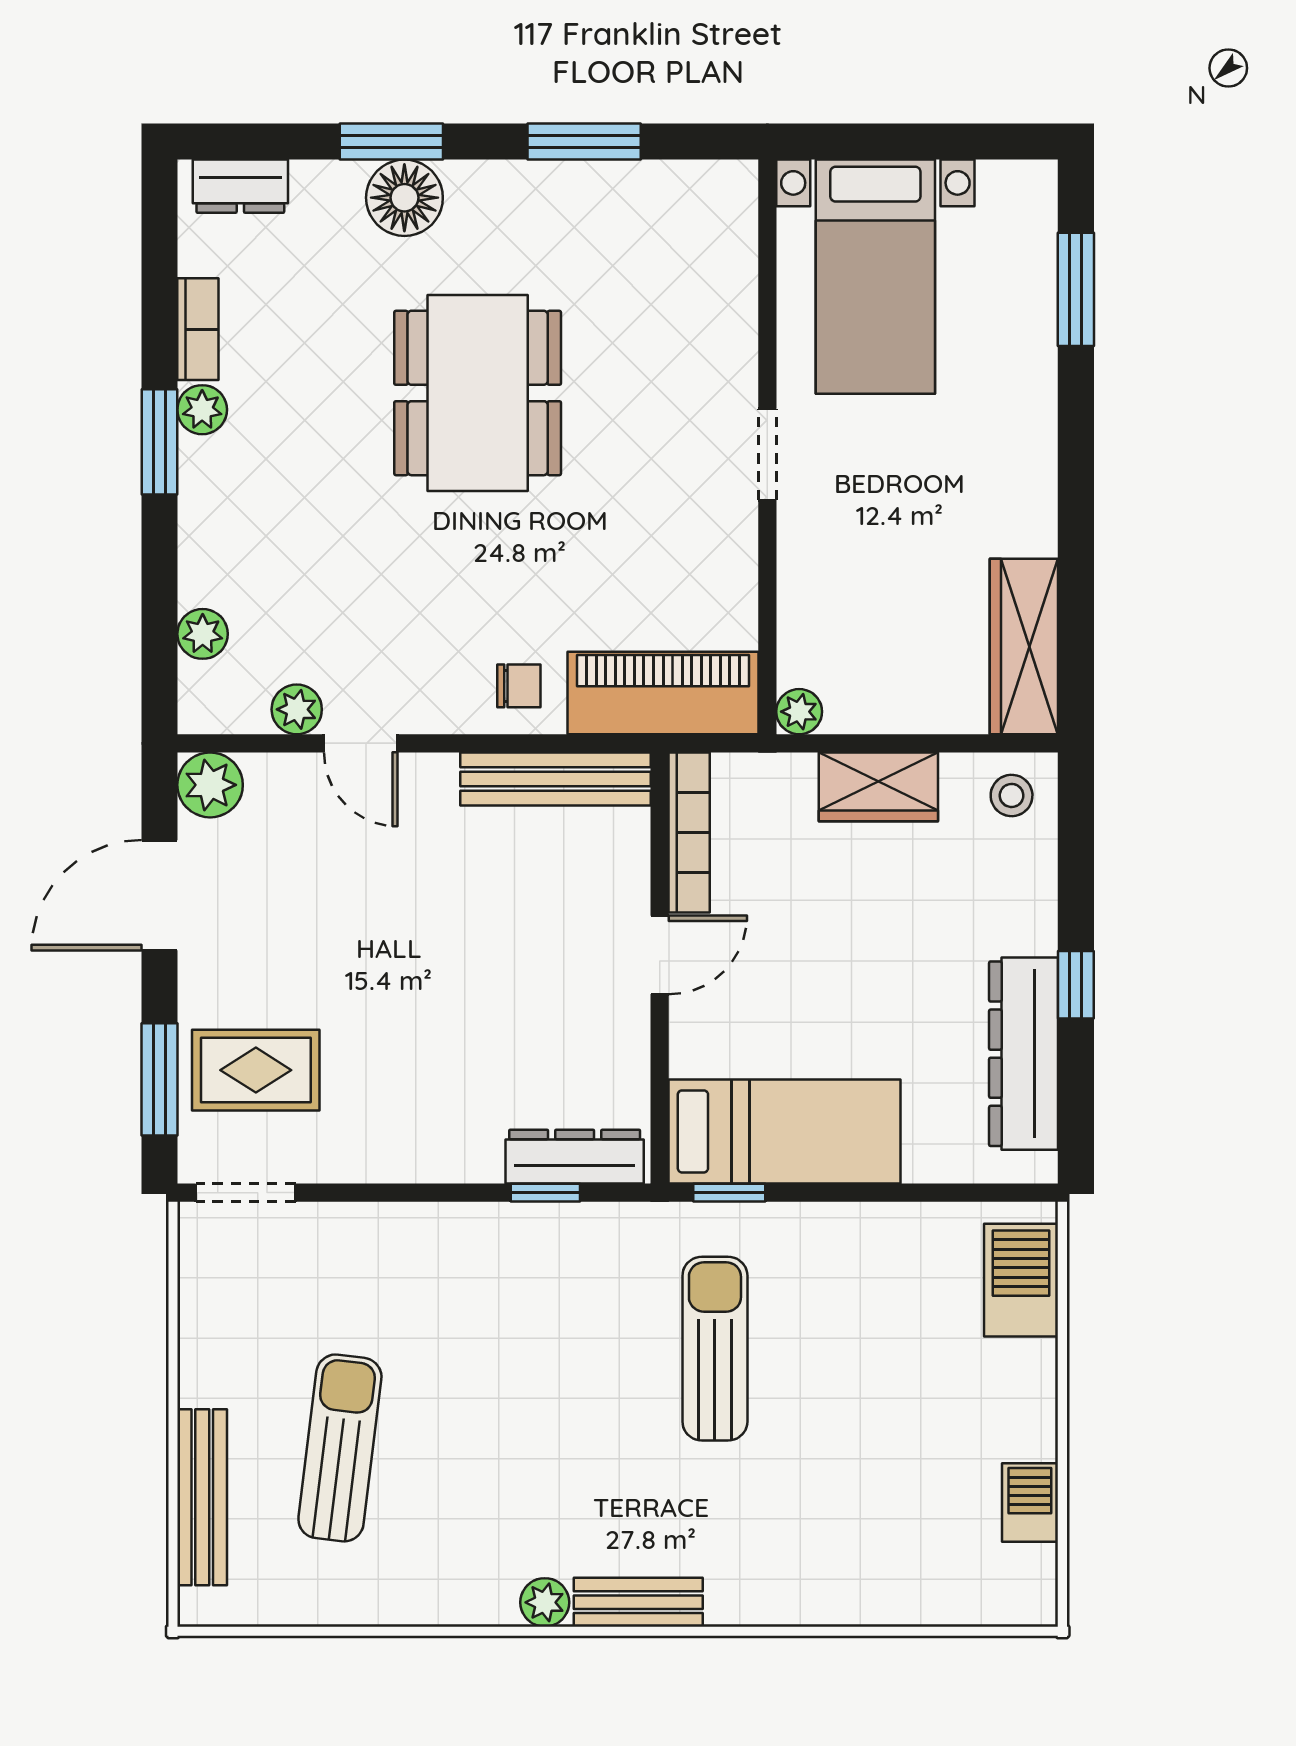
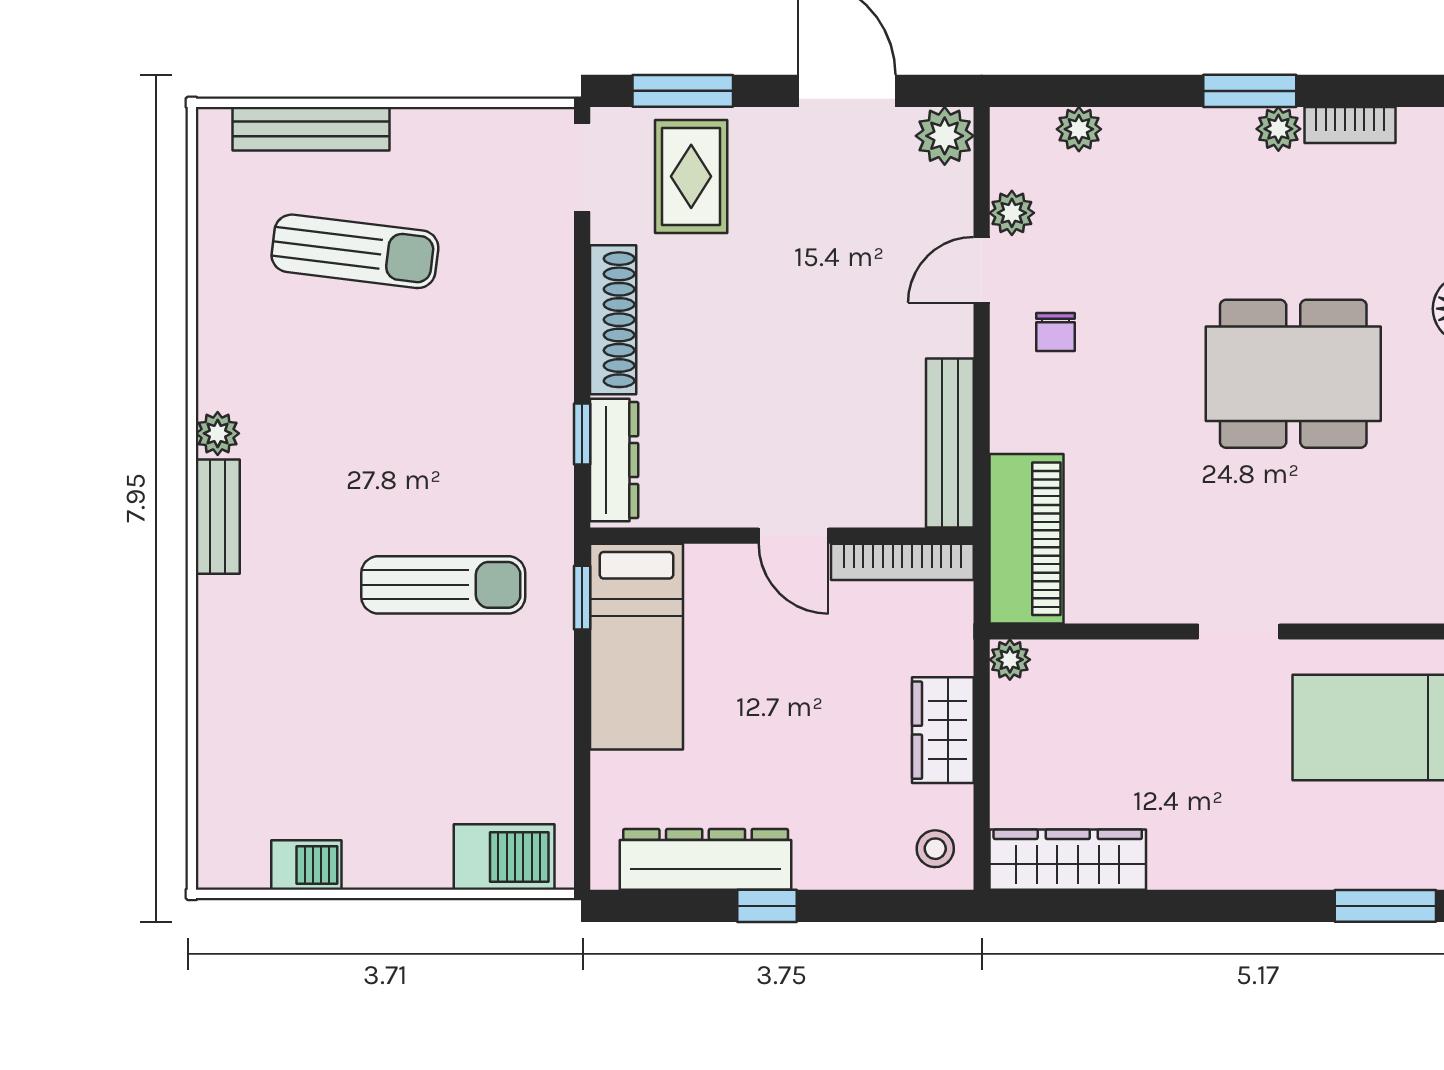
chair: (519, 686) -> (1056, 332), moved
shoe rack: (417, 1158) -> (613, 320), added

